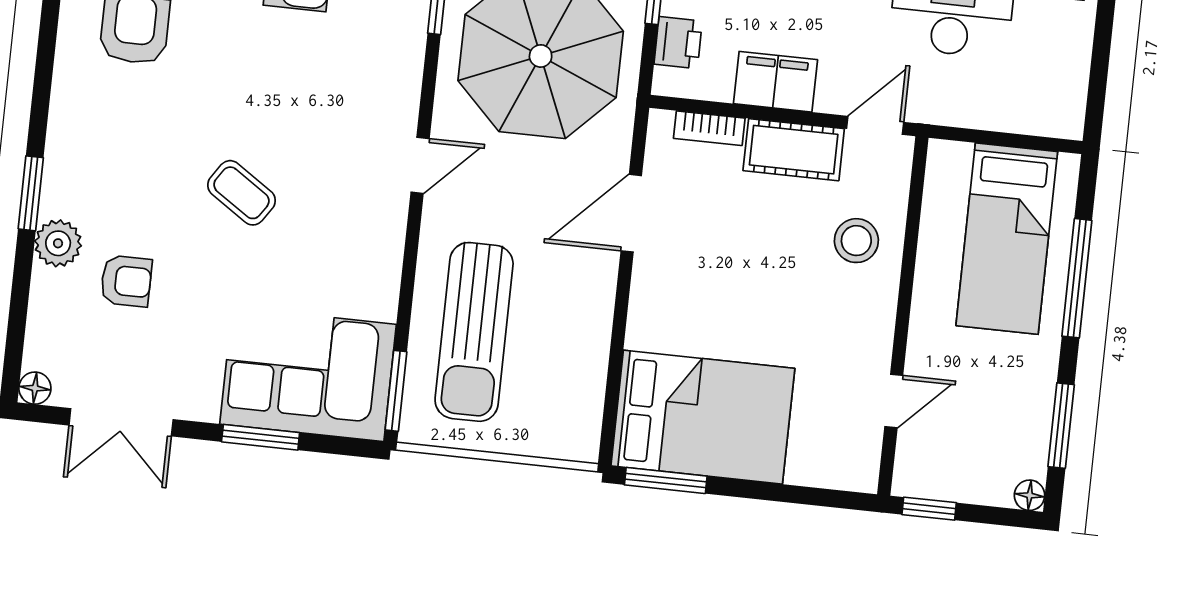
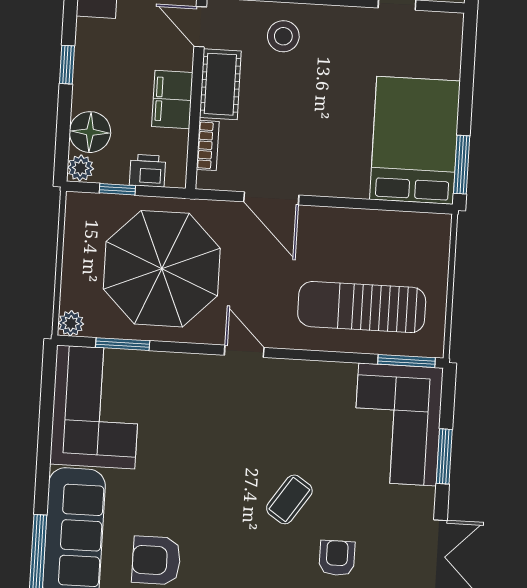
coffee table: (241, 193) -> (289, 499), moved
sun lounger: (474, 332) -> (362, 307), turned 180

